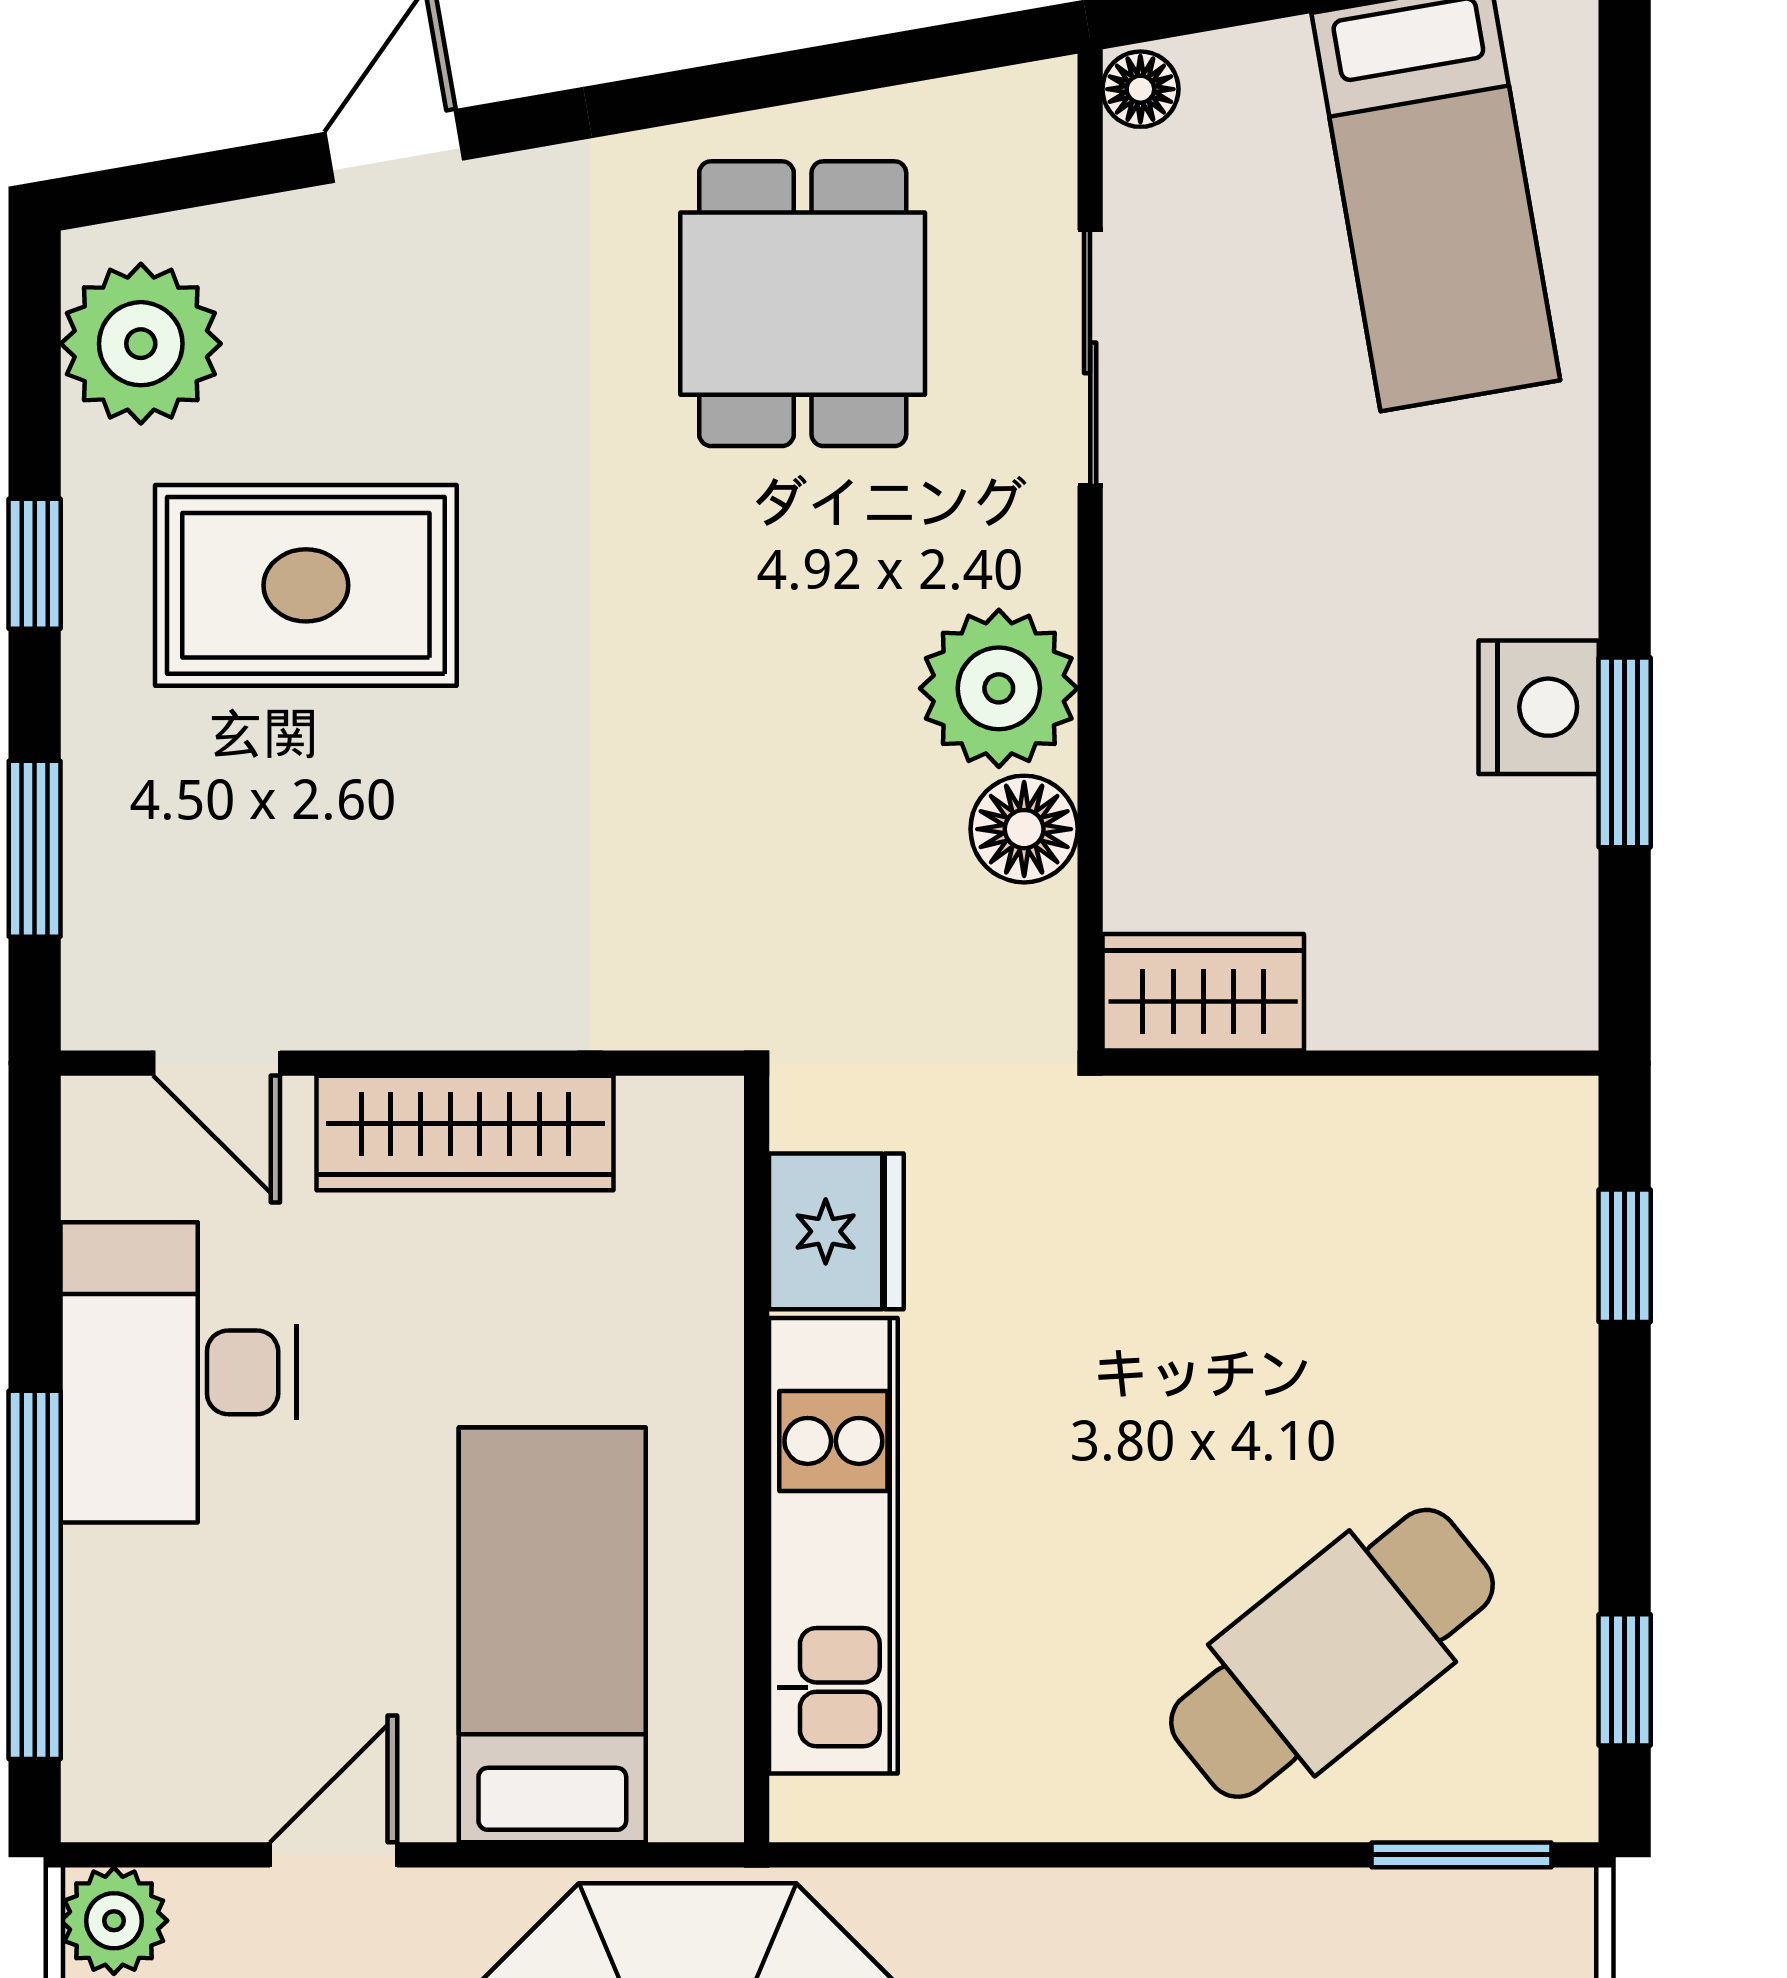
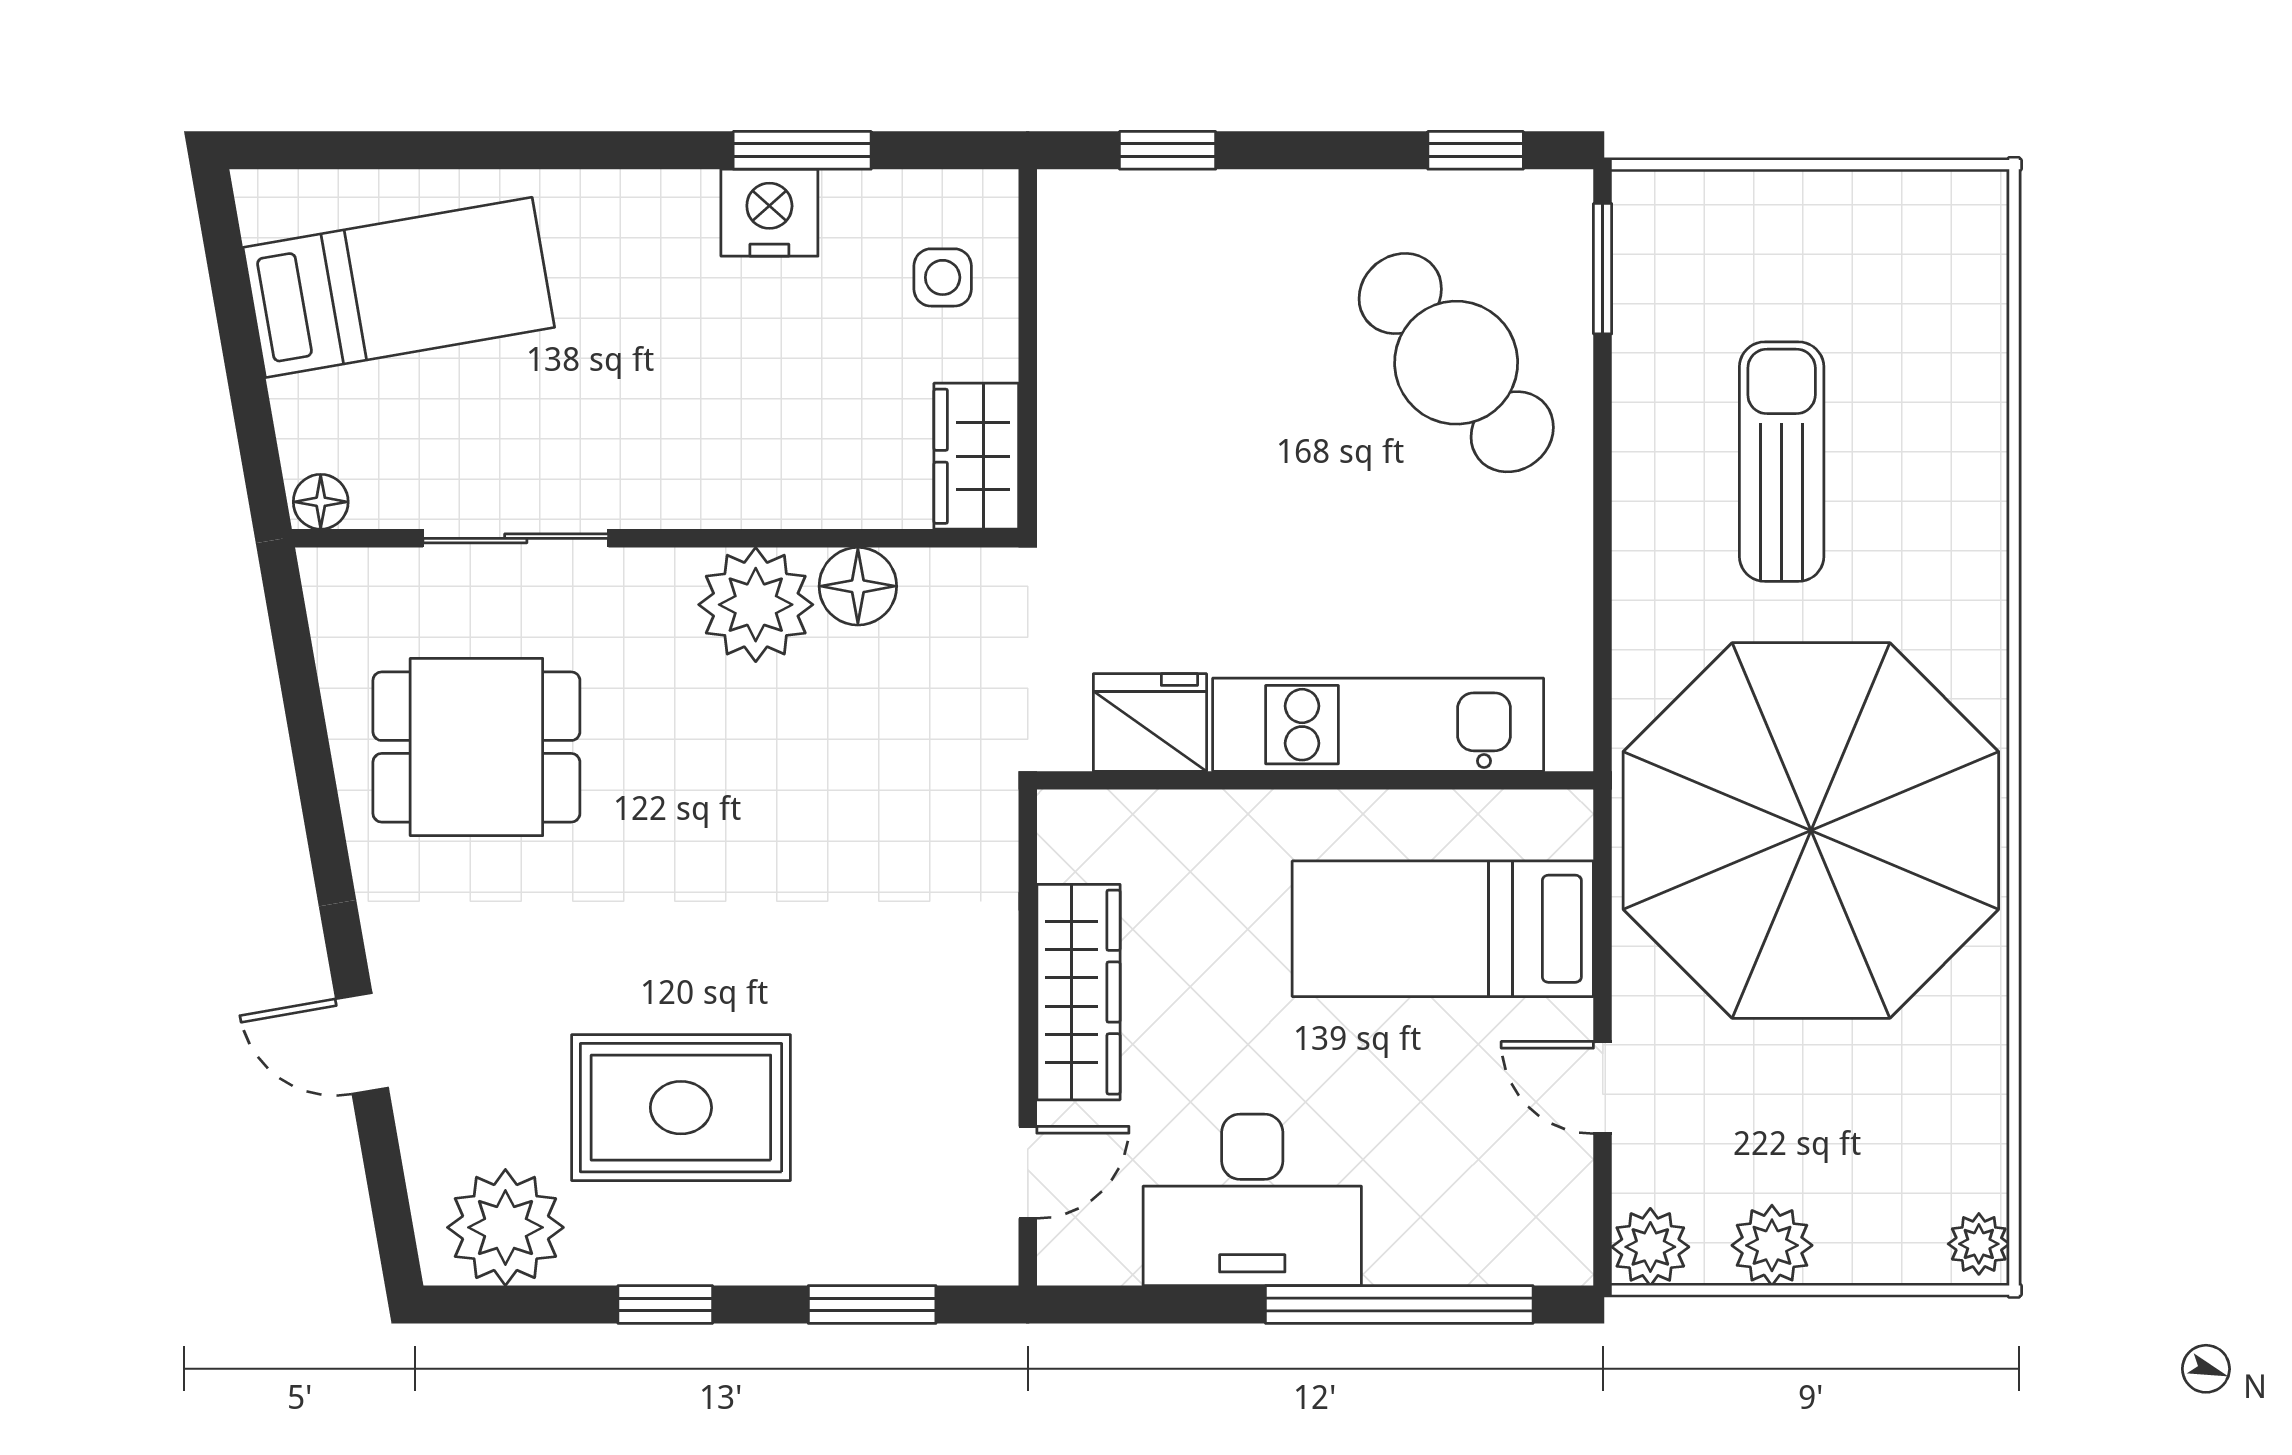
rug: (306, 585) -> (681, 1108), turned 90
side table: (1449, 946) -> (943, 277), added

